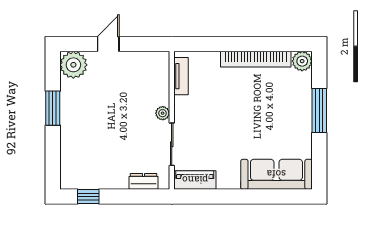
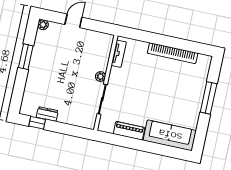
plant: (302, 61) -> (204, 61), removed
plant: (73, 65) -> (43, 25), width x0.53, depth x0.53
piano: (195, 180) -> (129, 131), moved
dresser: (144, 181) -> (47, 114), moved

